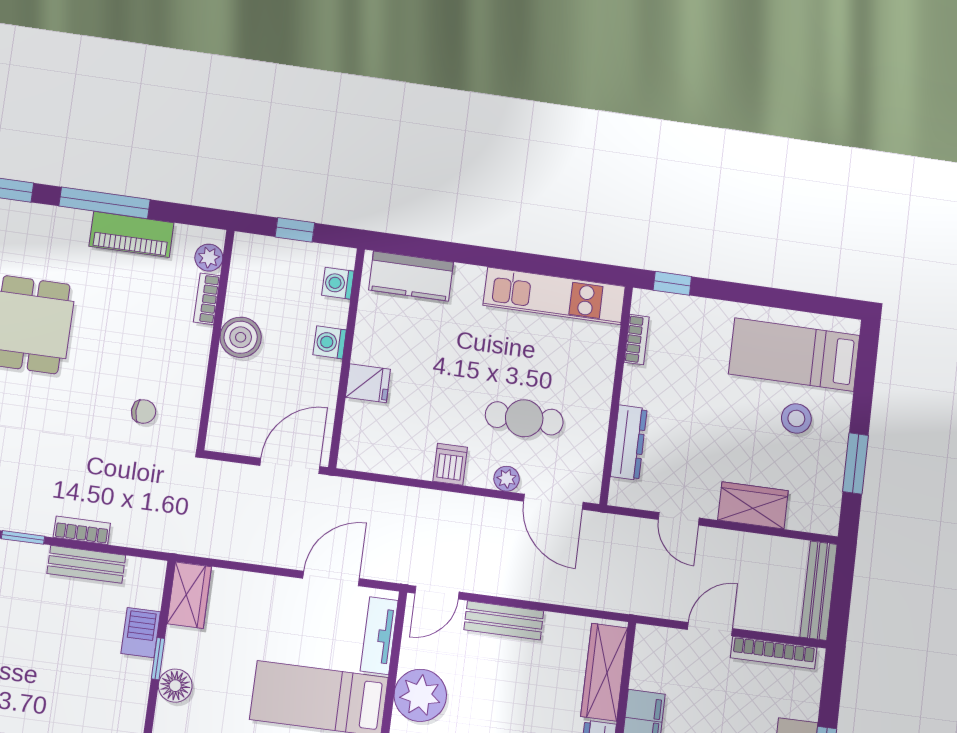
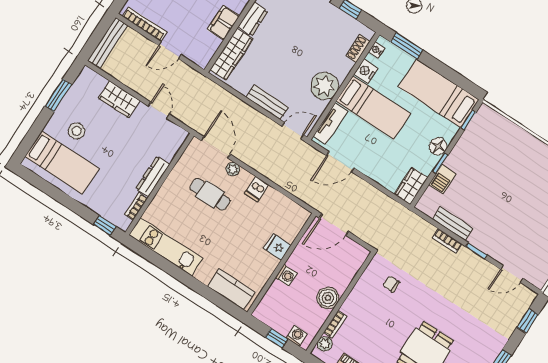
washing machine: (338, 283) -> (297, 336), moved, turned -90
dresser: (629, 443) -> (153, 177), moved

